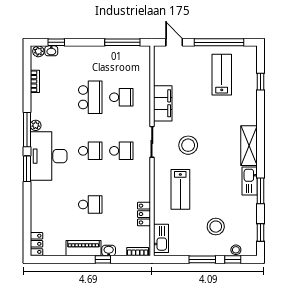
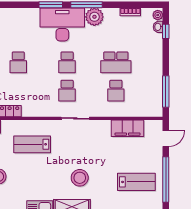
filing cabinet: (163, 103) -> (128, 128), moved
plant: (36, 125) -> (94, 17), width x1.87, depth x1.87
stool: (188, 145) -> (80, 178), moved

